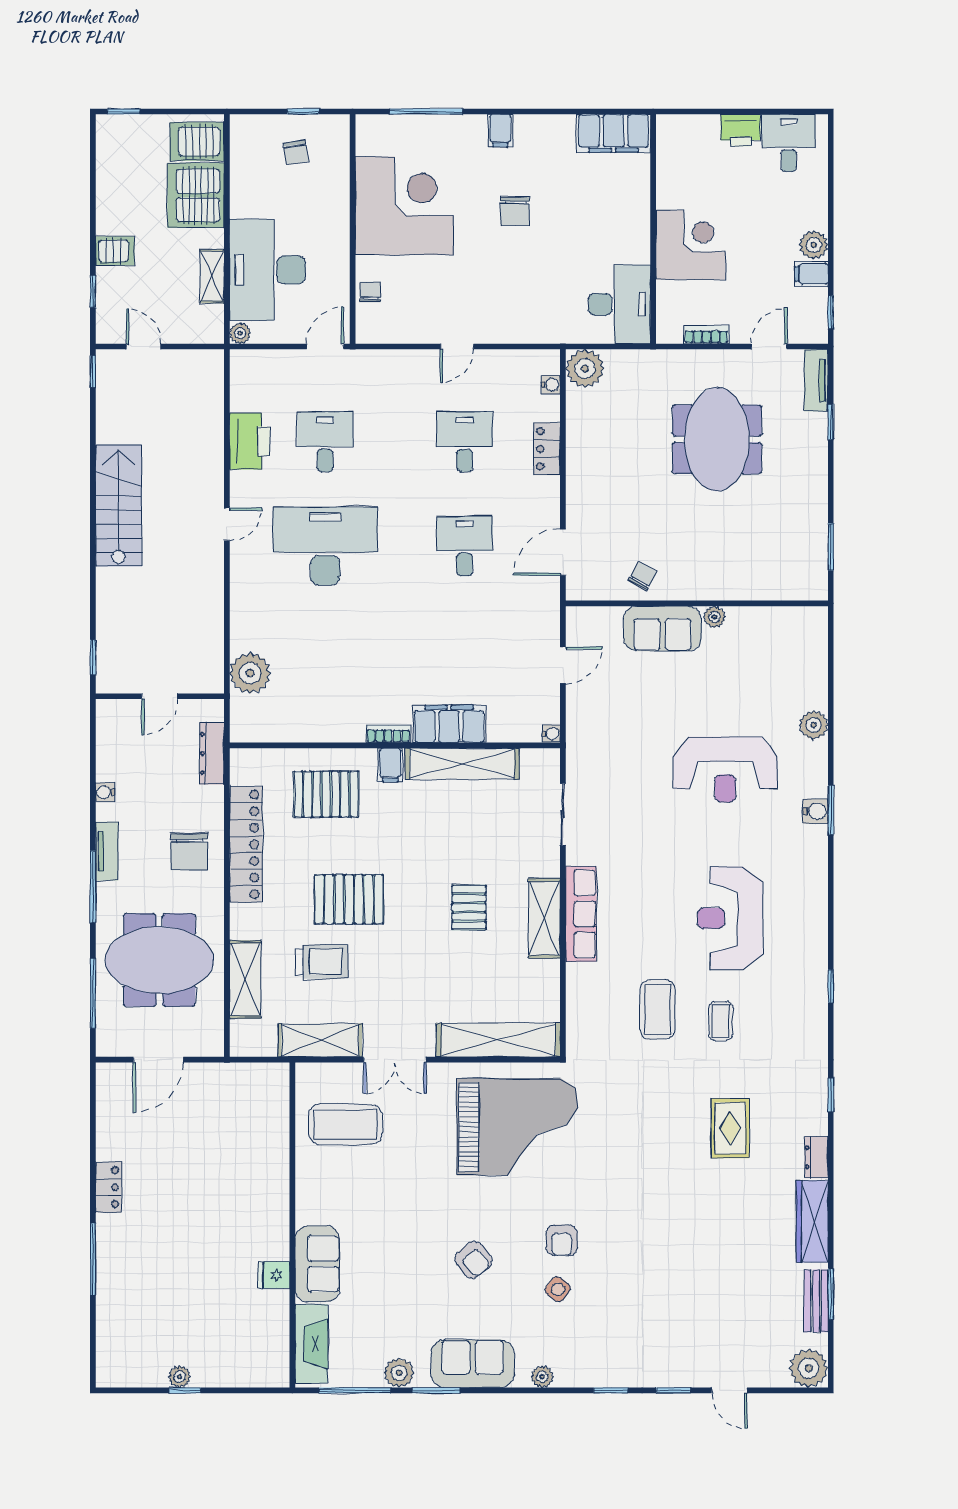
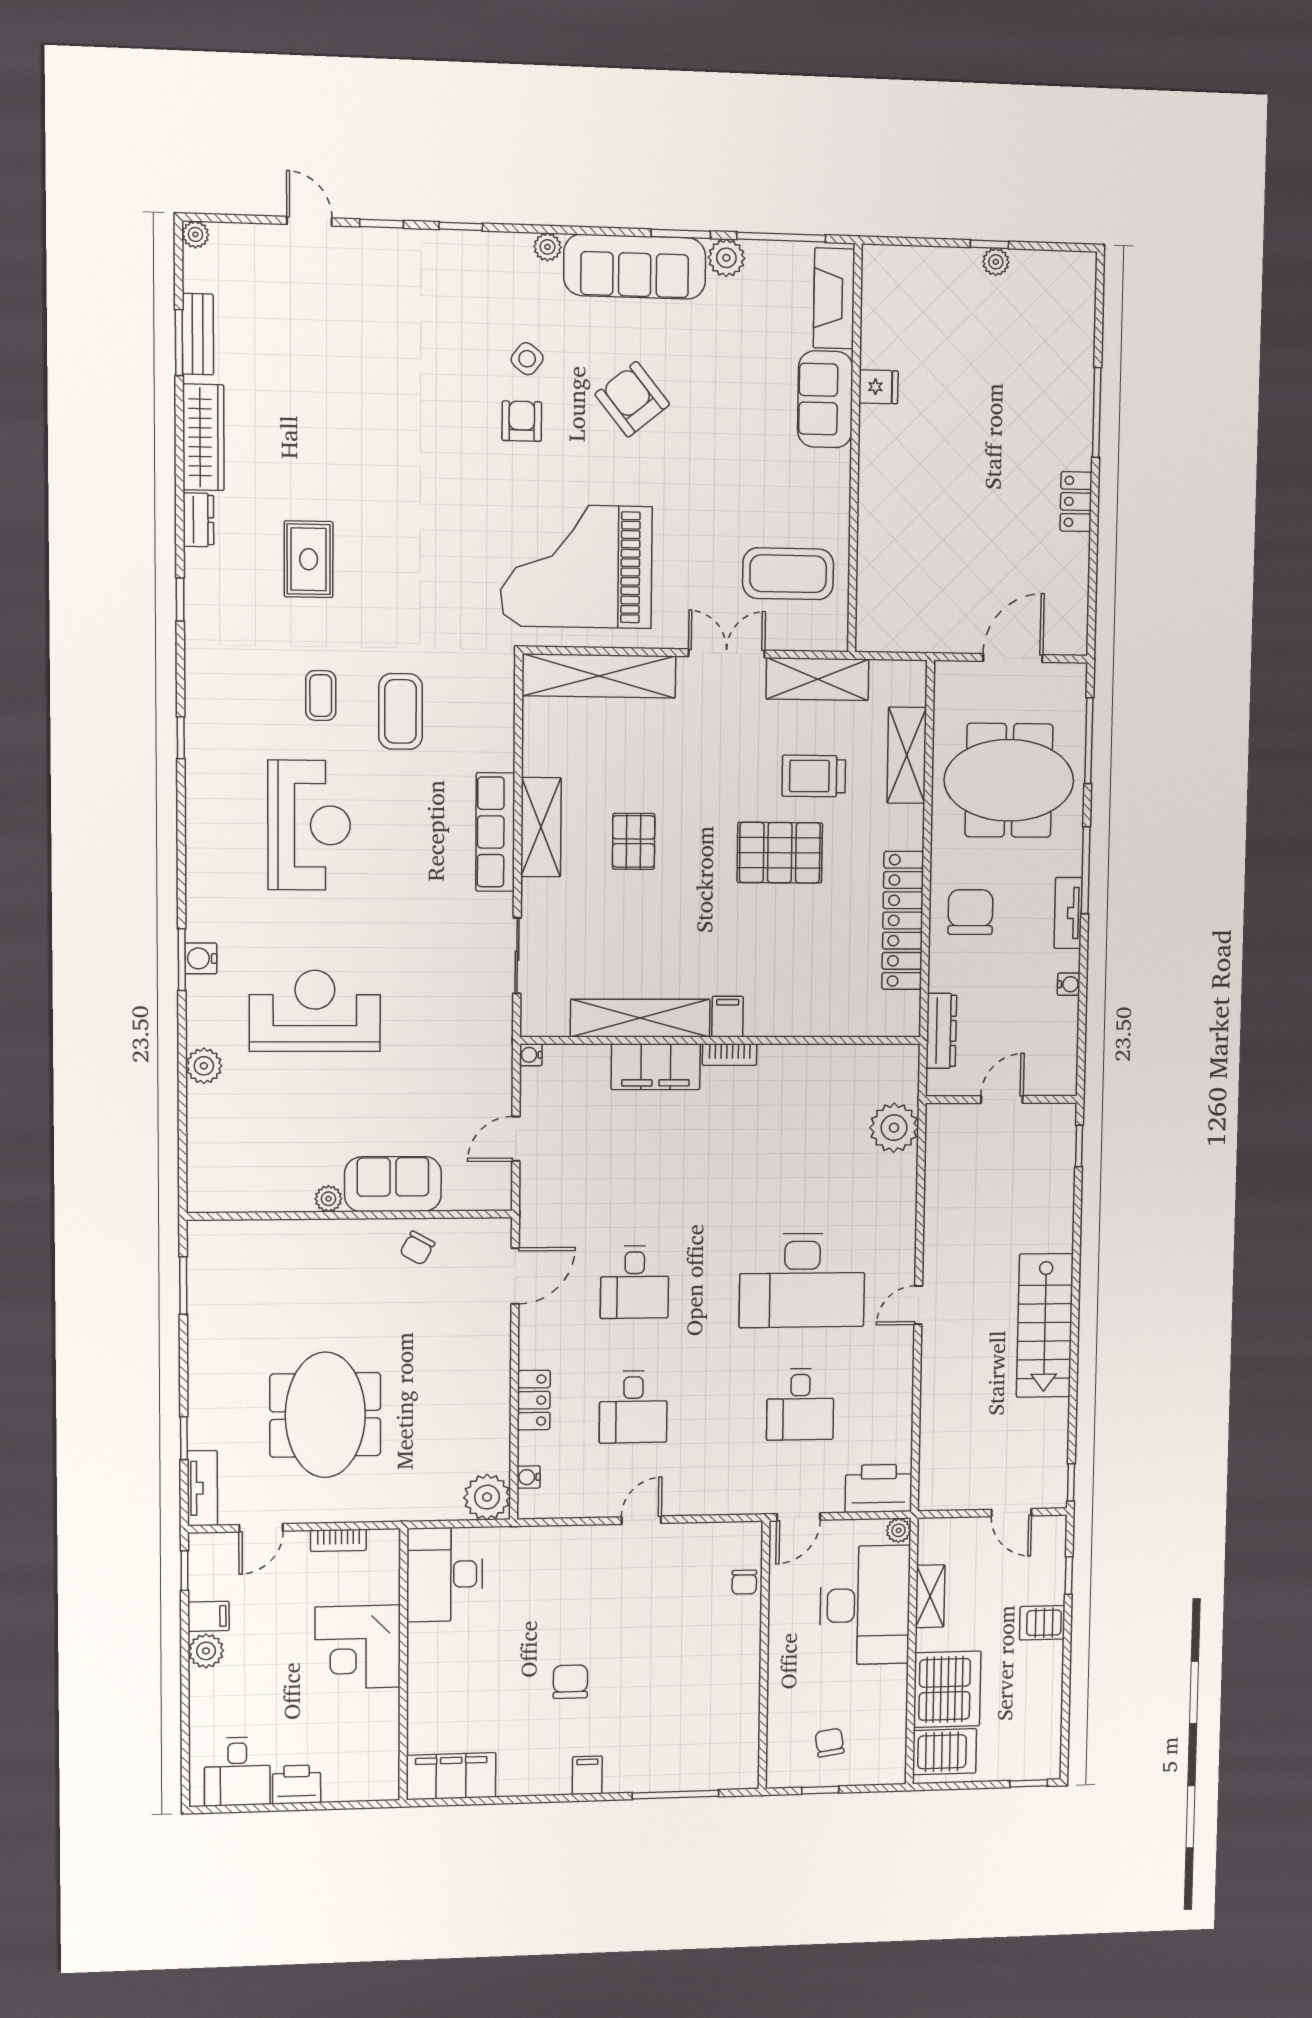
corner desk: (404, 206) -> (702, 1684), removed
printer: (250, 441) -> (879, 1488), moved, turned 90
pallet: (326, 794) -> (805, 981), removed
armchair: (474, 1260) -> (632, 399), width x1.38, depth x1.38
sofa: (473, 1364) -> (635, 267), width x1.36
plant: (809, 1368) -> (195, 234), width x0.53, depth x0.53

